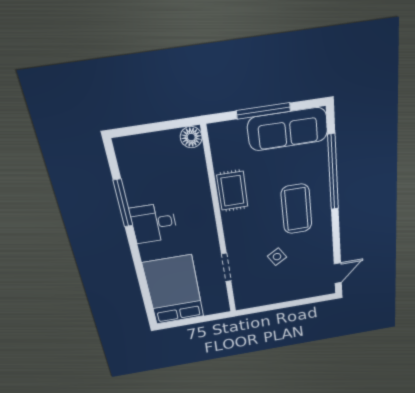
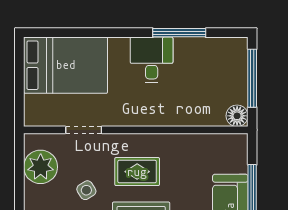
window: (151, 128) -> (252, 78), added
rug: (232, 191) -> (137, 172), moved
plant: (262, 294) -> (41, 167), added

